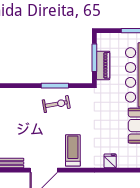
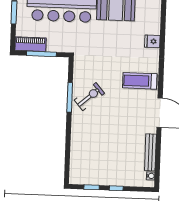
piano: (103, 65) -> (31, 44), moved
exercise bike: (56, 104) -> (89, 97), turned 59

